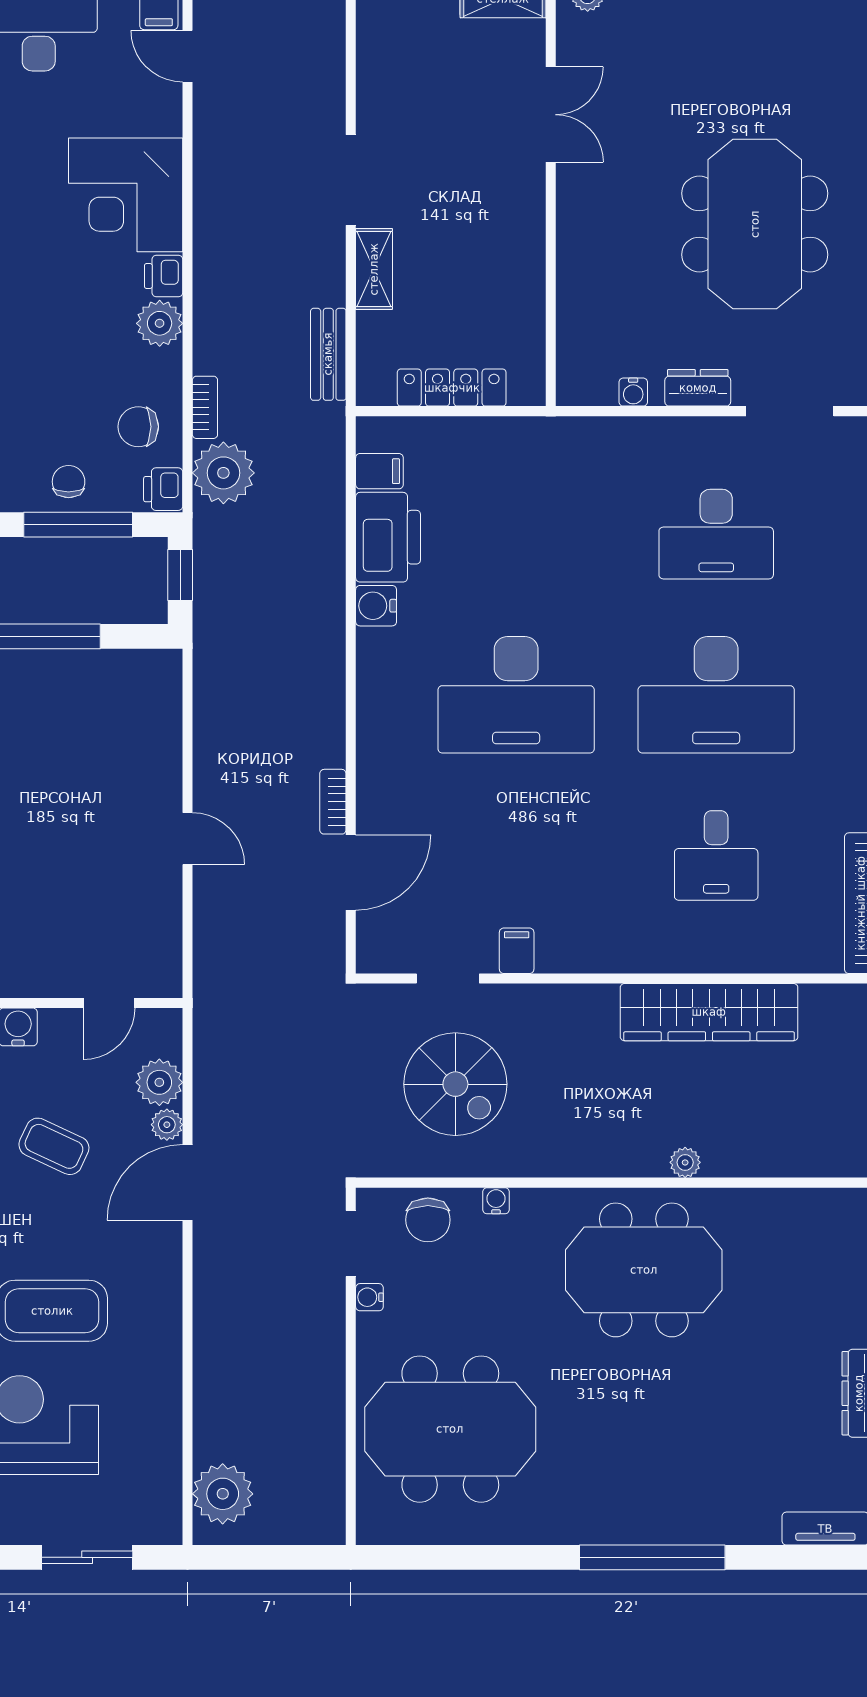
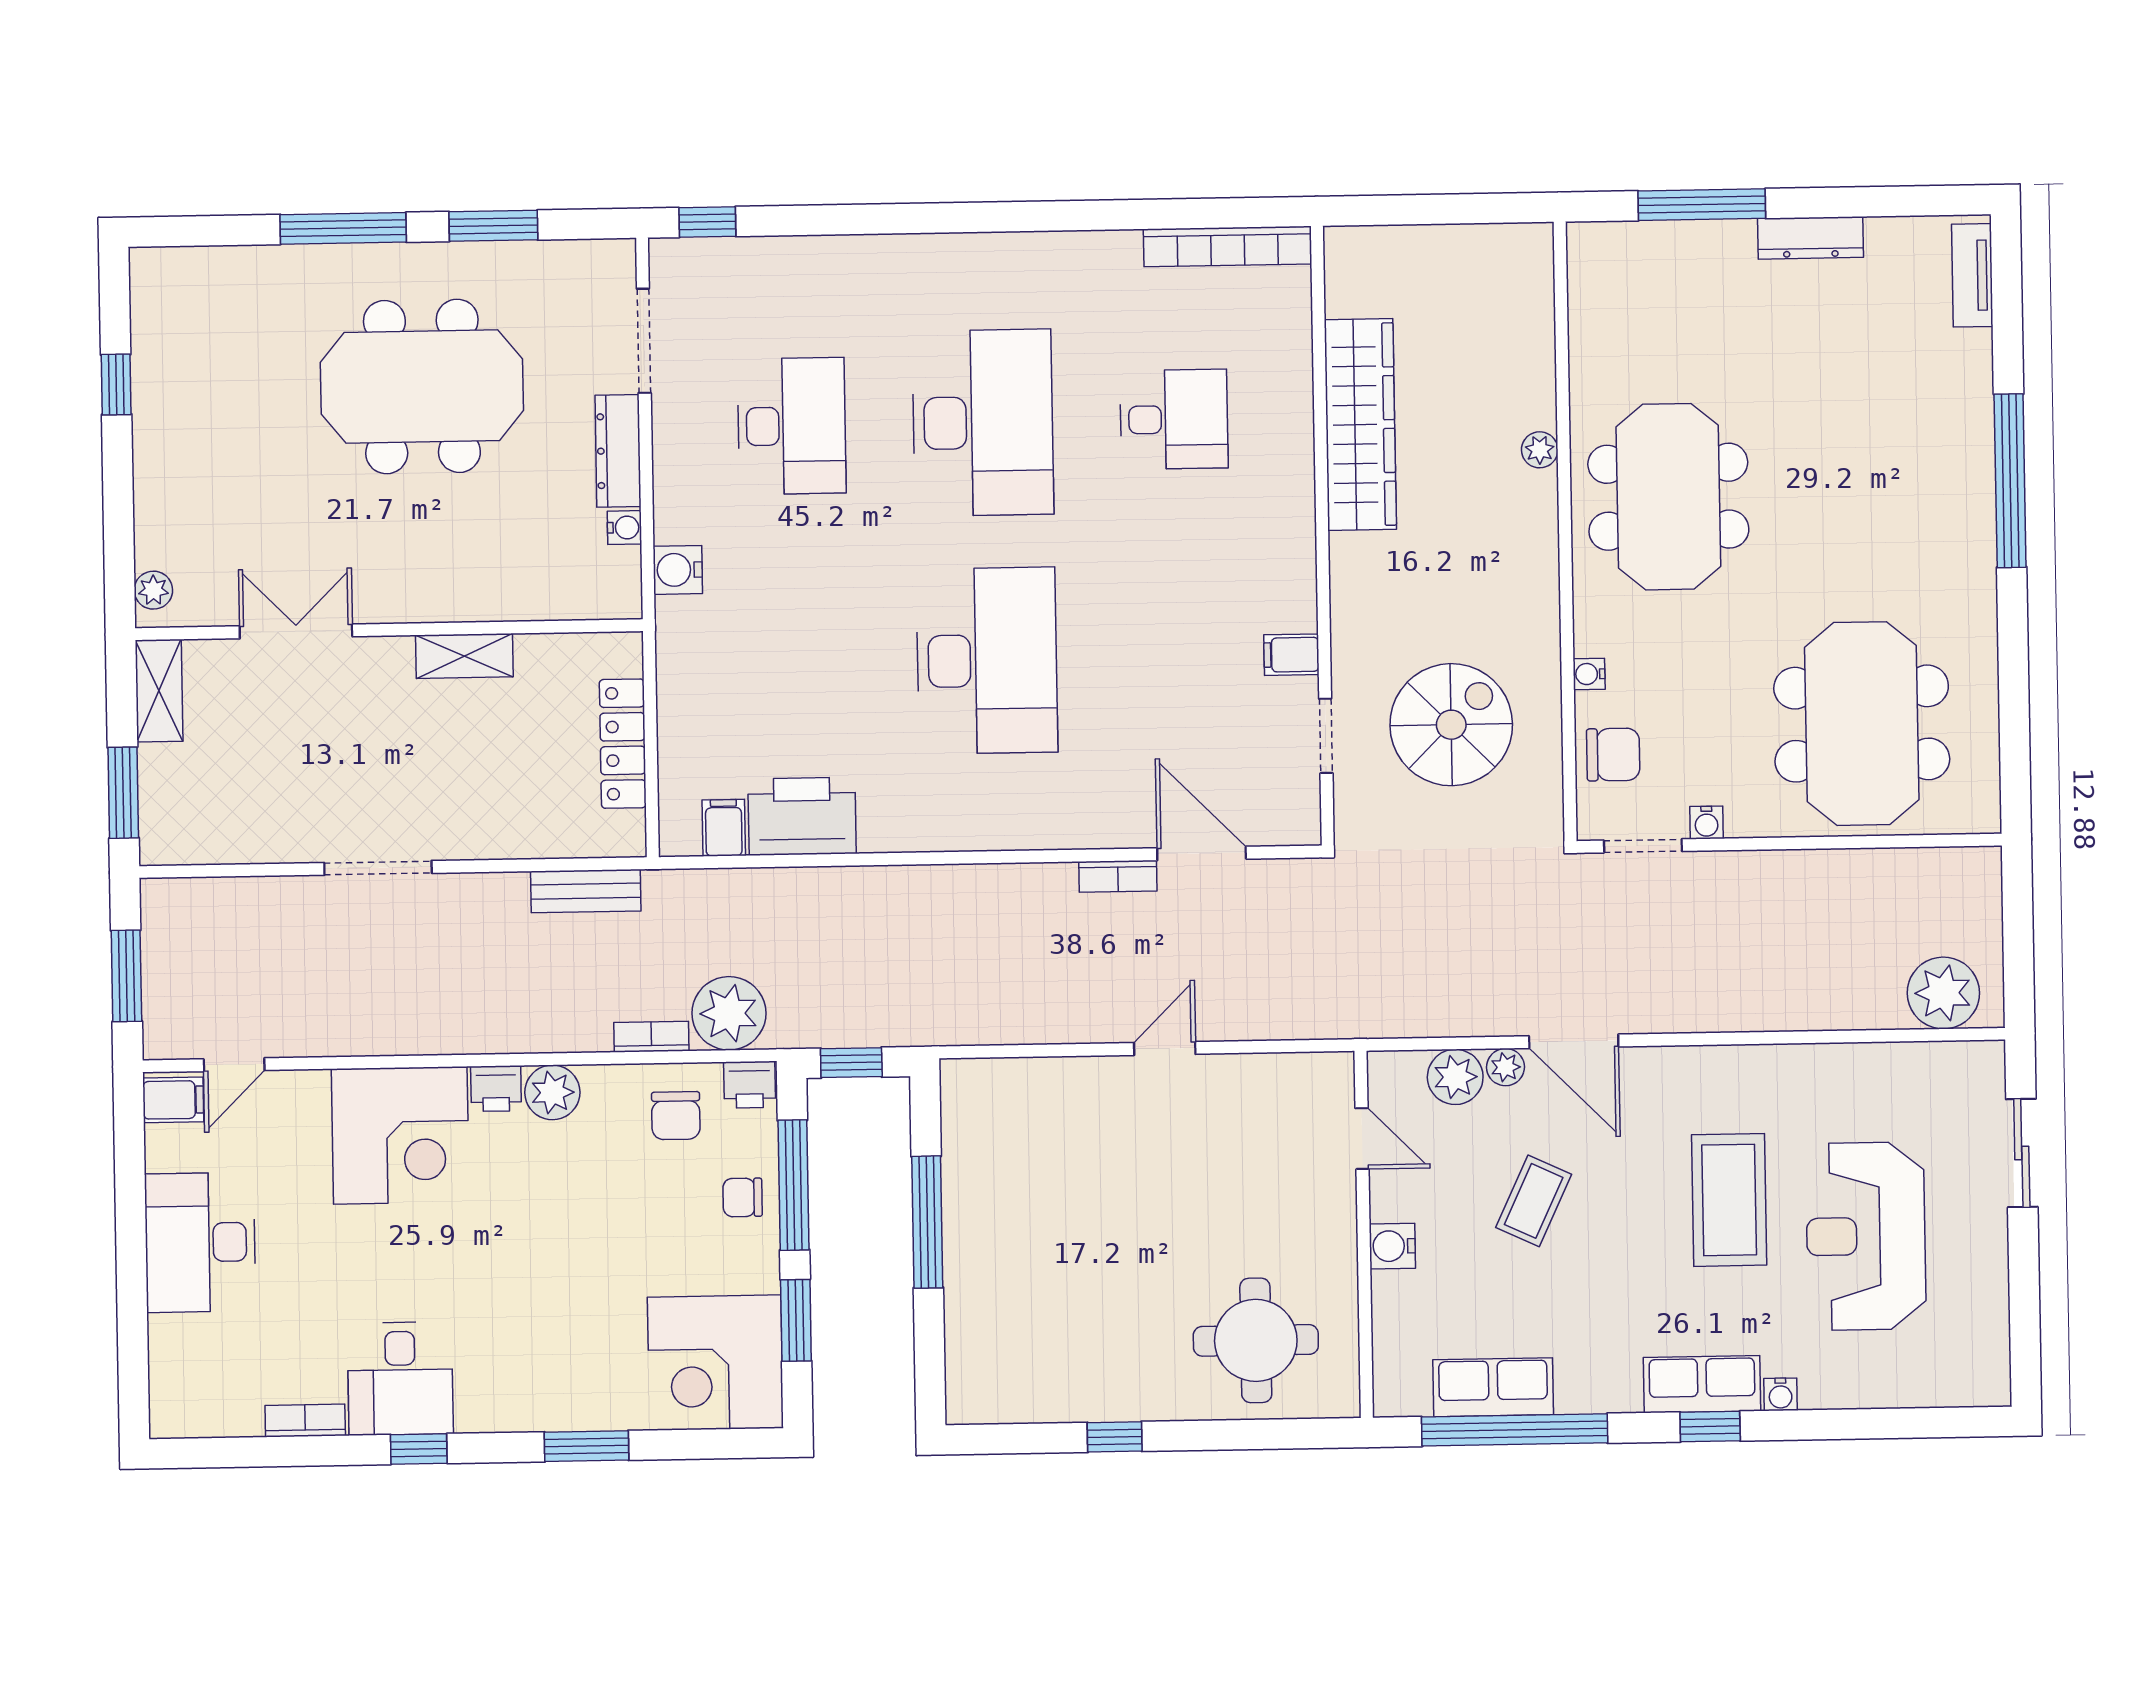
shelving: (374, 269) -> (464, 656), moved
dresser: (698, 388) -> (618, 451), width x1.44
water cooler: (376, 606) -> (678, 570), moved, turned 90

